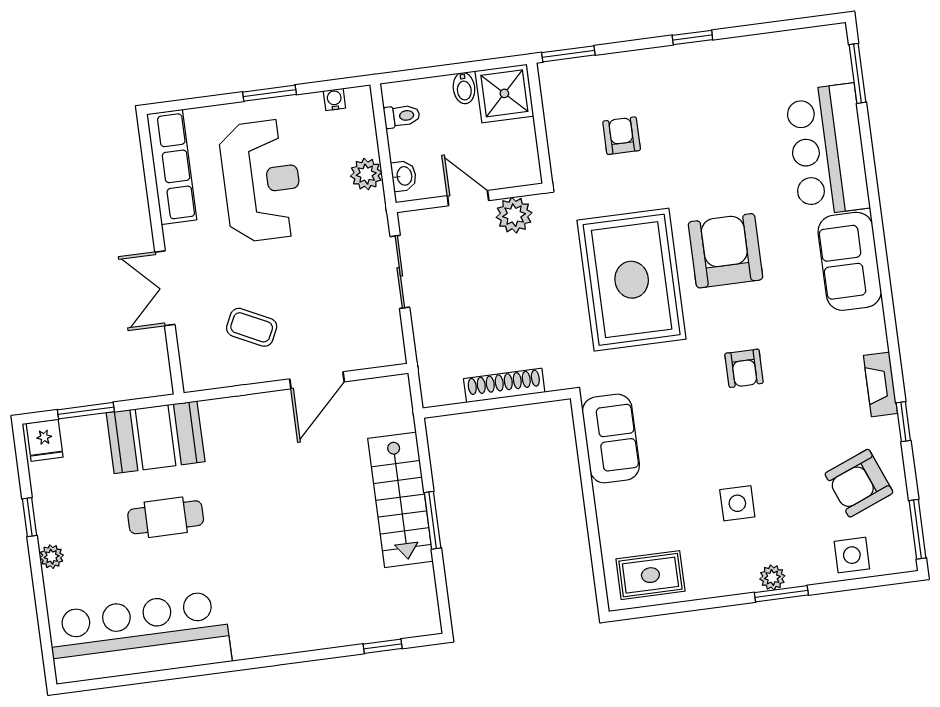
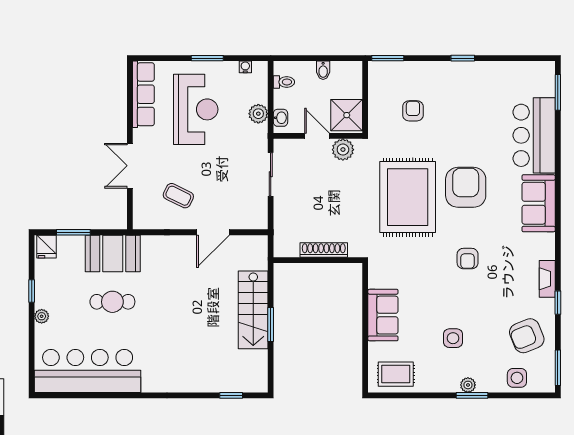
shower: (504, 93) -> (347, 115), moved
sofa: (611, 439) -> (383, 315), moved

